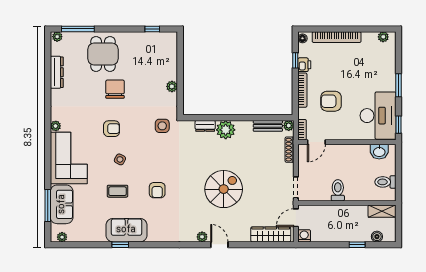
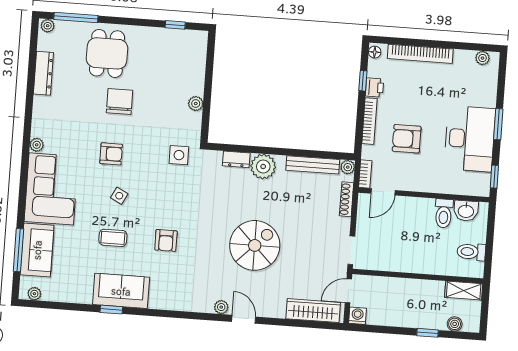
desk: (378, 116) -> (470, 139), moved
bench: (268, 126) -> (313, 165), width x1.36
toilet: (338, 190) -> (444, 213), moved, turned 180

